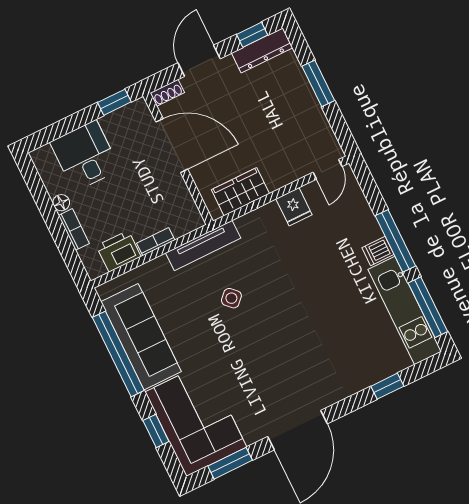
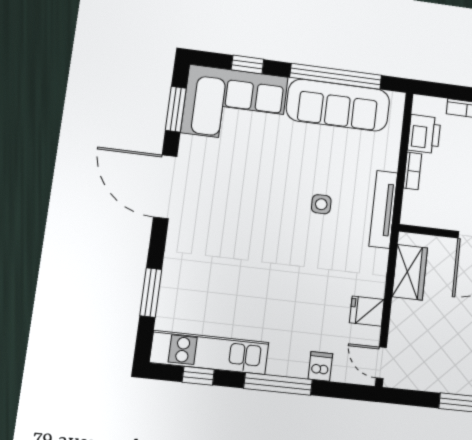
dishwasher: (378, 251) -> (320, 366), moved
side table: (231, 298) -> (321, 204), turned 45
window: (428, 307) -> (198, 376), width x0.46
window: (387, 386) -> (151, 293), width x1.50

